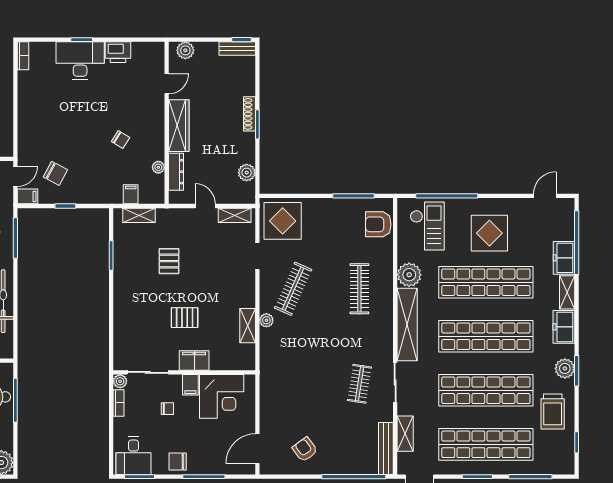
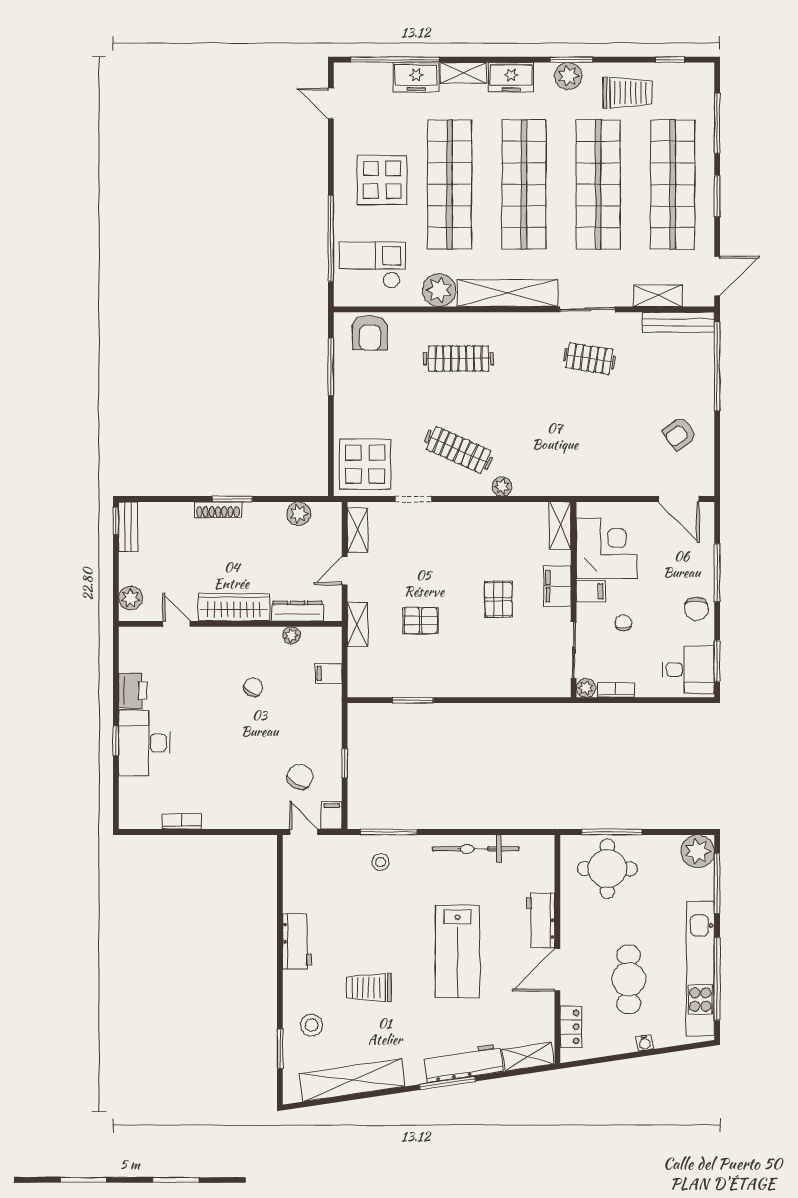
bookcase: (23, 56) -> (182, 821), moved
shelving: (139, 215) -> (357, 624), moved
shelving: (248, 326) -> (560, 526), moved, turned 90

